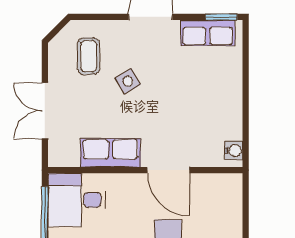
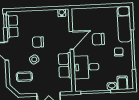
chair: (168, 92) -> (38, 42), added
desk: (77, 200) -> (86, 67), moved, turned 90

